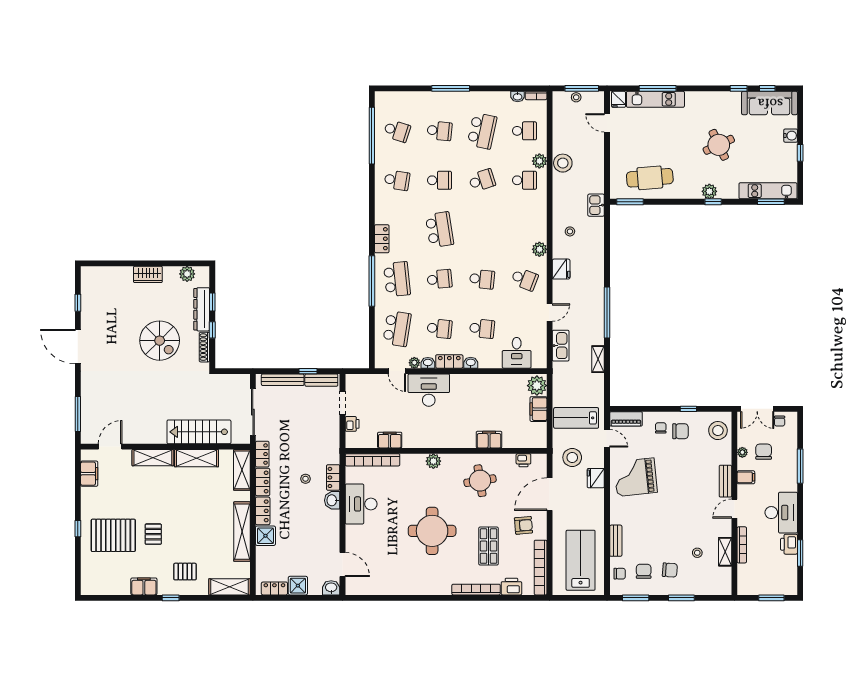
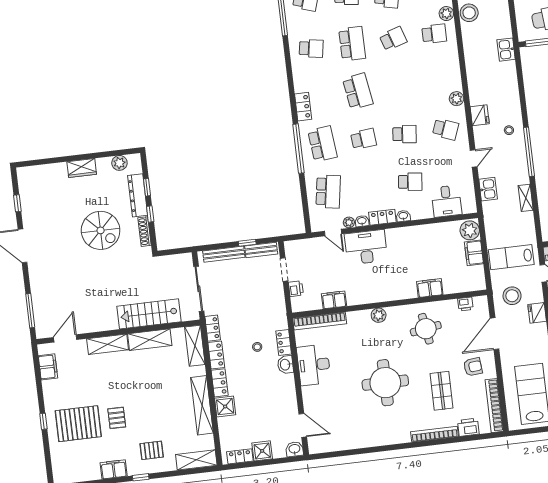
school desk: (439, 180) -> (352, 44), width x1.85
stool: (570, 231) -> (509, 130), moved
school desk: (439, 329) -> (369, 187), removed
kitchen sink: (561, 346) -> (488, 189), width x0.73

